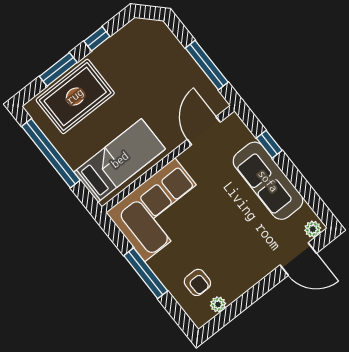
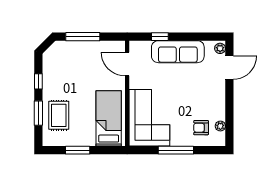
window: (207, 65) -> (83, 37), moved
rug: (75, 96) -> (59, 115), width x0.73, depth x0.70
window: (51, 153) -> (78, 150), width x0.47
armchair: (197, 282) -> (201, 128), turned 180

